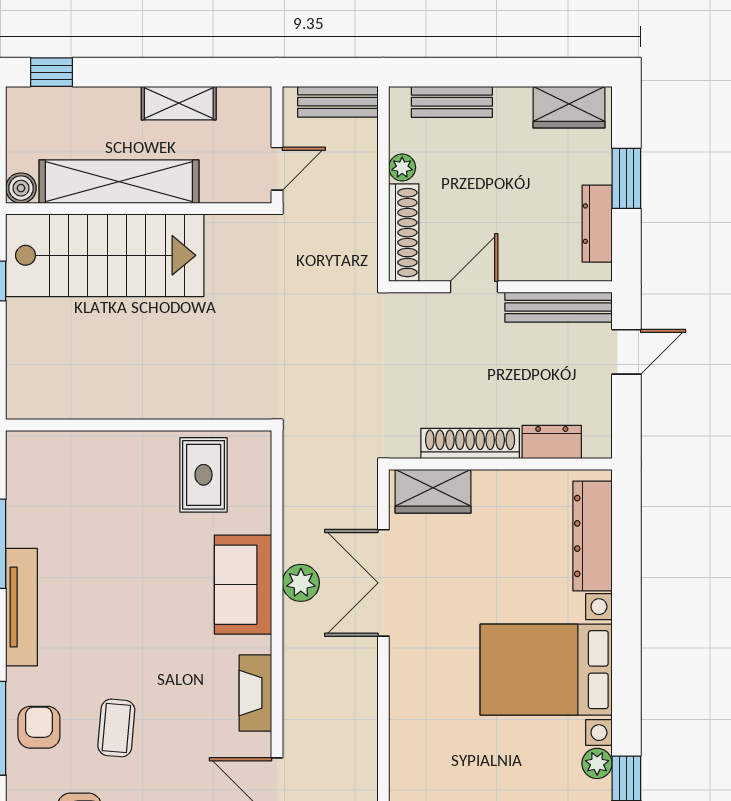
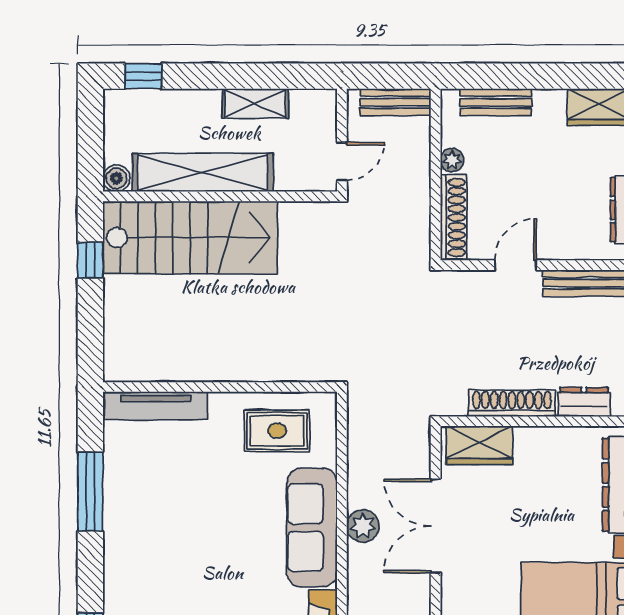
rug: (204, 475) -> (277, 431), turned 90
sofa: (243, 585) -> (312, 528), width x1.36
tv unit: (22, 607) -> (156, 406), moved, turned 90

